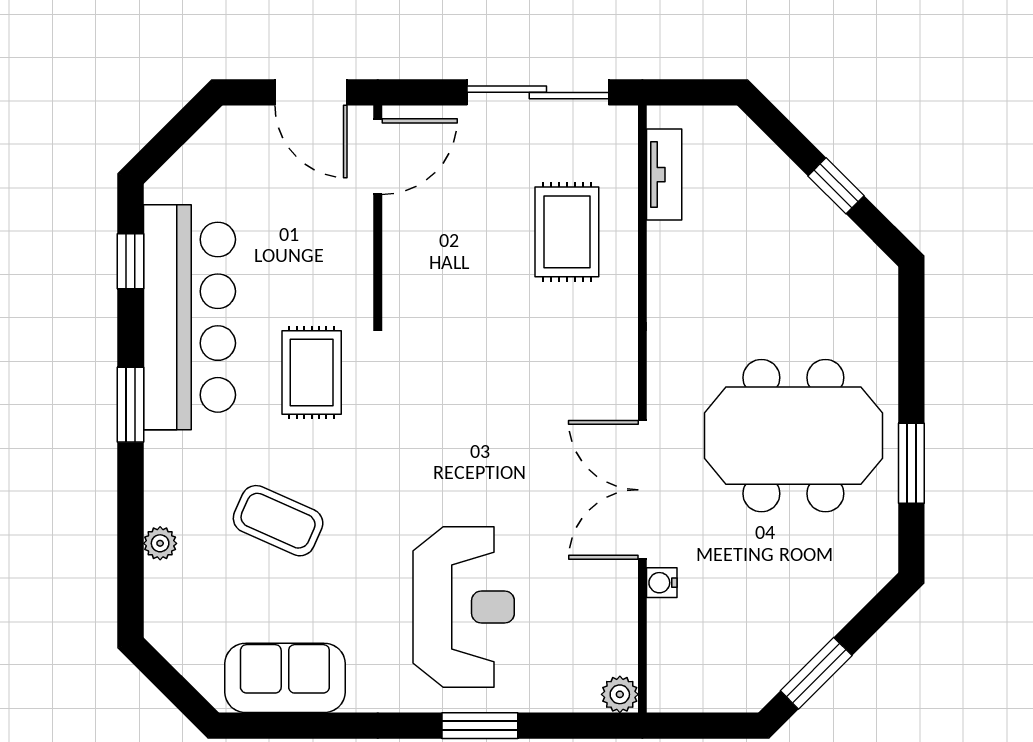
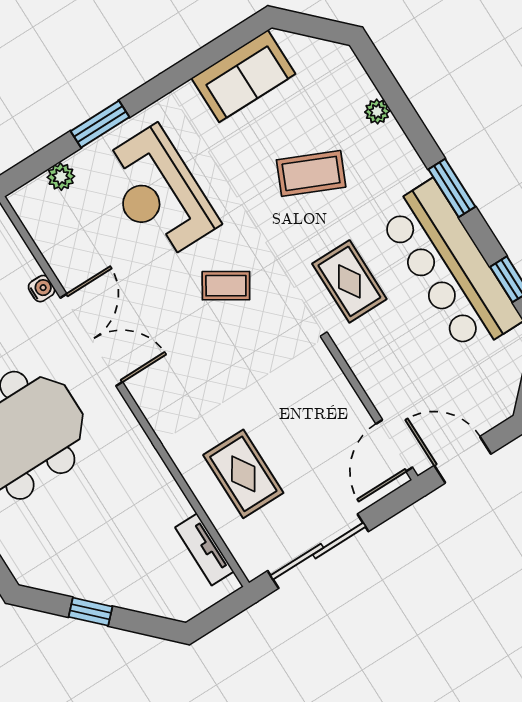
coffee table: (453, 455) -> (226, 286), added
plant: (620, 694) -> (61, 177), moved

